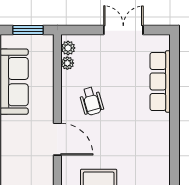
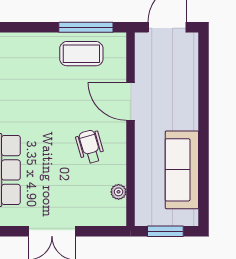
plant: (68, 48) -> (118, 210), removed

